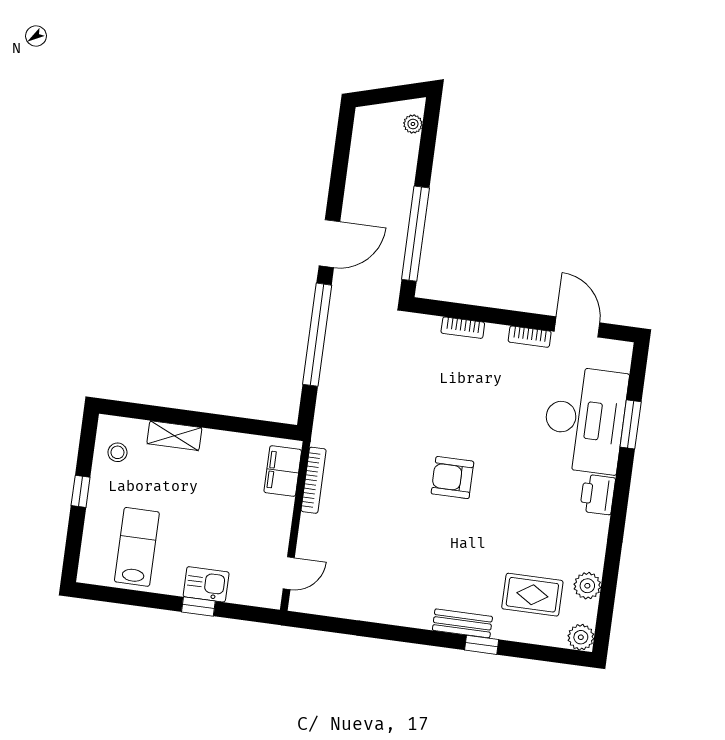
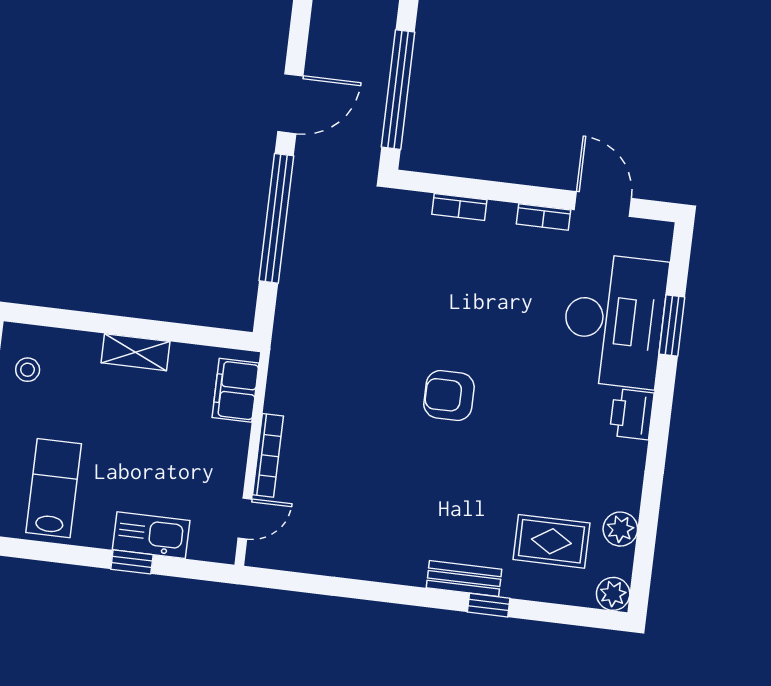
shelving: (174, 436) -> (136, 352), moved
bookcase: (314, 480) -> (268, 455), moved
kitchen sink: (206, 584) -> (151, 535), width x1.38

